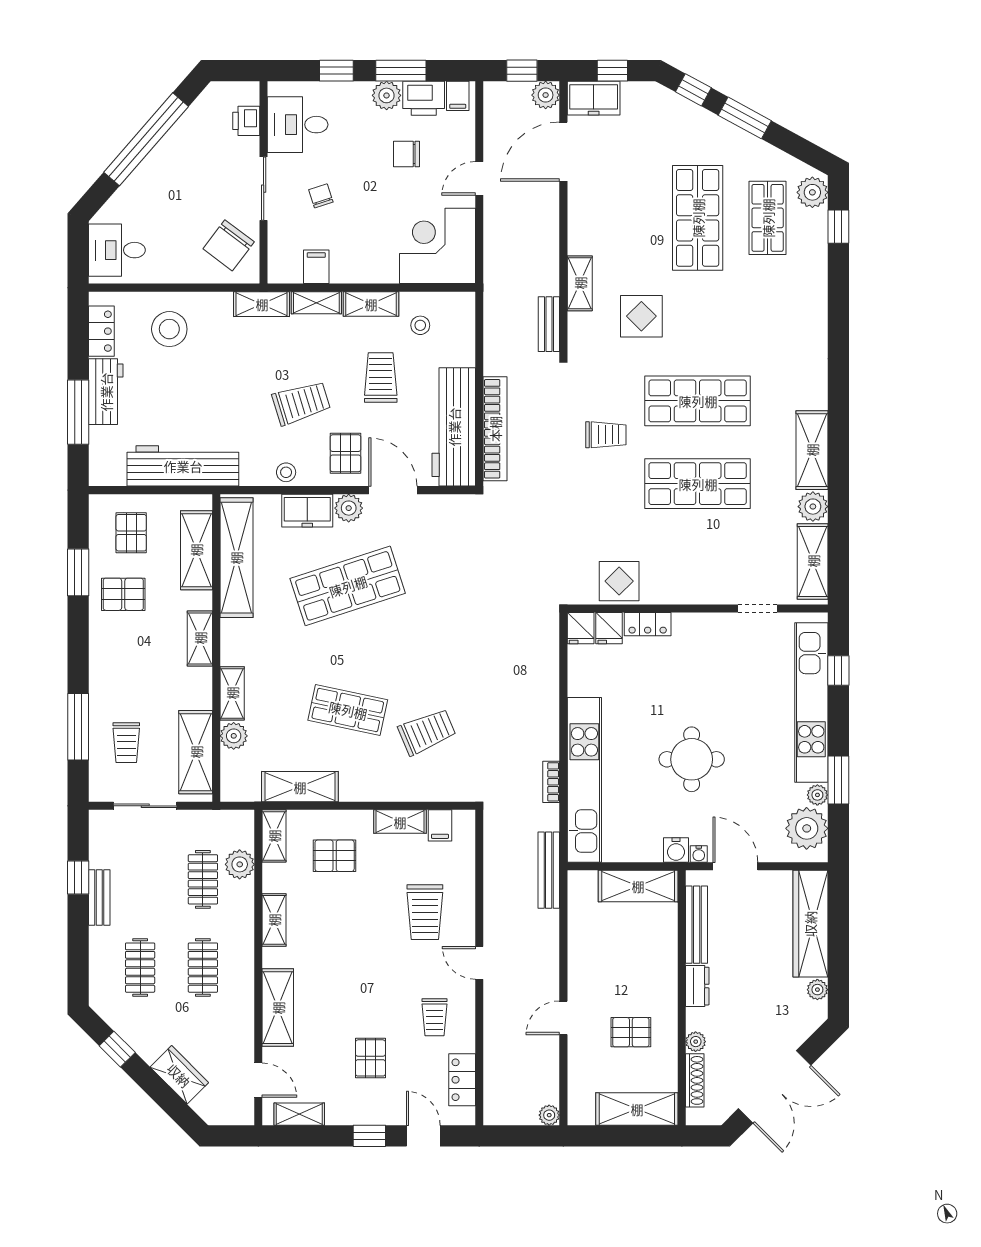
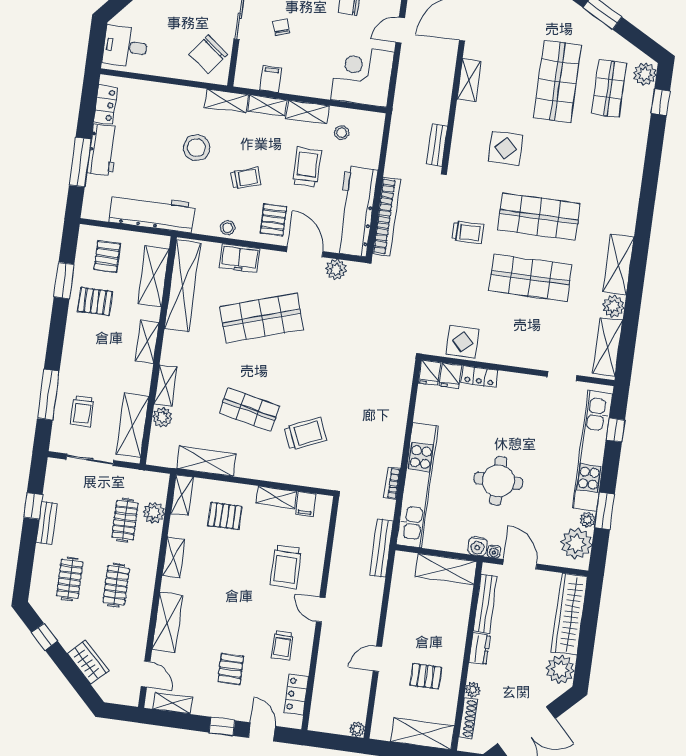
shelving: (580, 283) -> (469, 80), moved
stool: (169, 329) -> (197, 148), moved
trolley: (301, 403) -> (246, 178), width x0.73, depth x0.72
plant: (349, 508) -> (336, 269), moved
plant: (817, 990) -> (560, 669), width x1.88, depth x1.88

